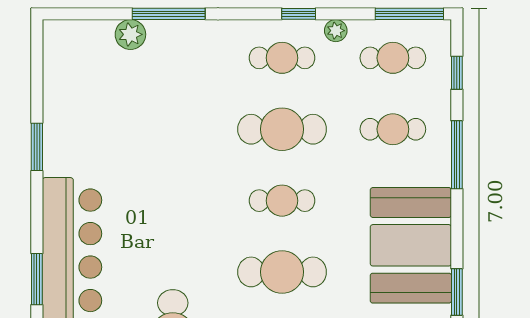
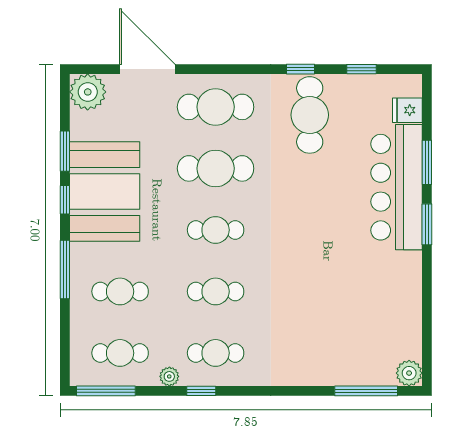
window: (169, 14) -> (366, 391), moved
plant: (130, 34) -> (409, 373), moved
window: (457, 73) -> (65, 200), moved
cafe table: (282, 129) -> (216, 291), width x0.73, depth x0.74
window: (37, 147) -> (427, 224), moved

